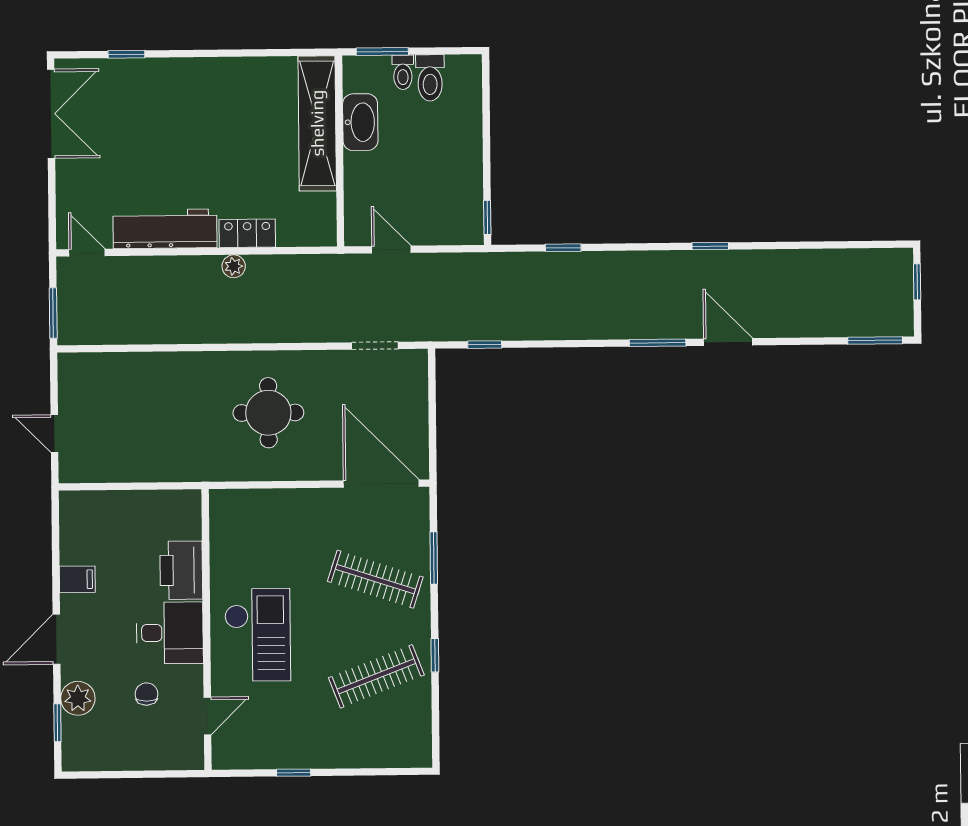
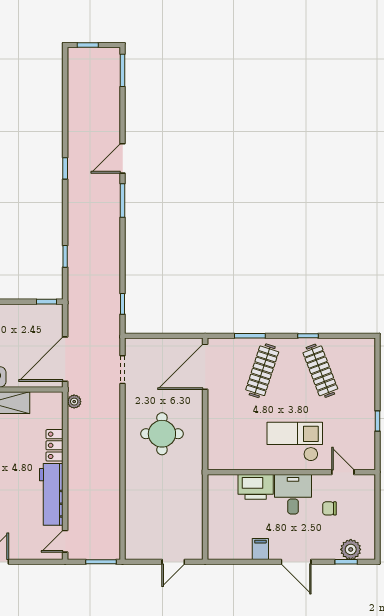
door: (391, 249) -> (65, 359), width x1.87
plant: (234, 266) -> (74, 402), moved
plant: (78, 698) -> (351, 549), moved

